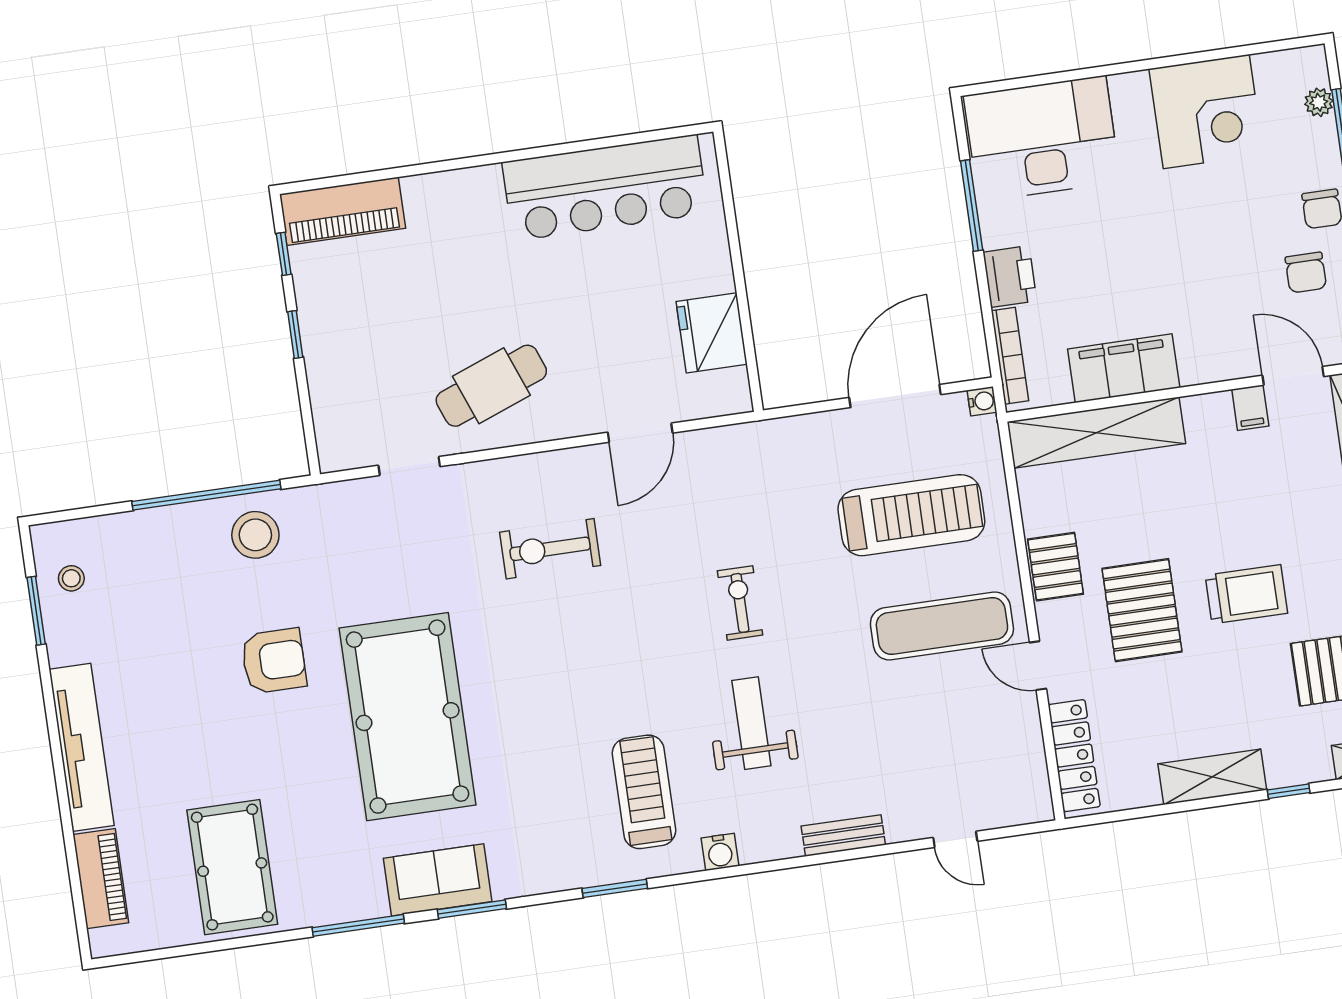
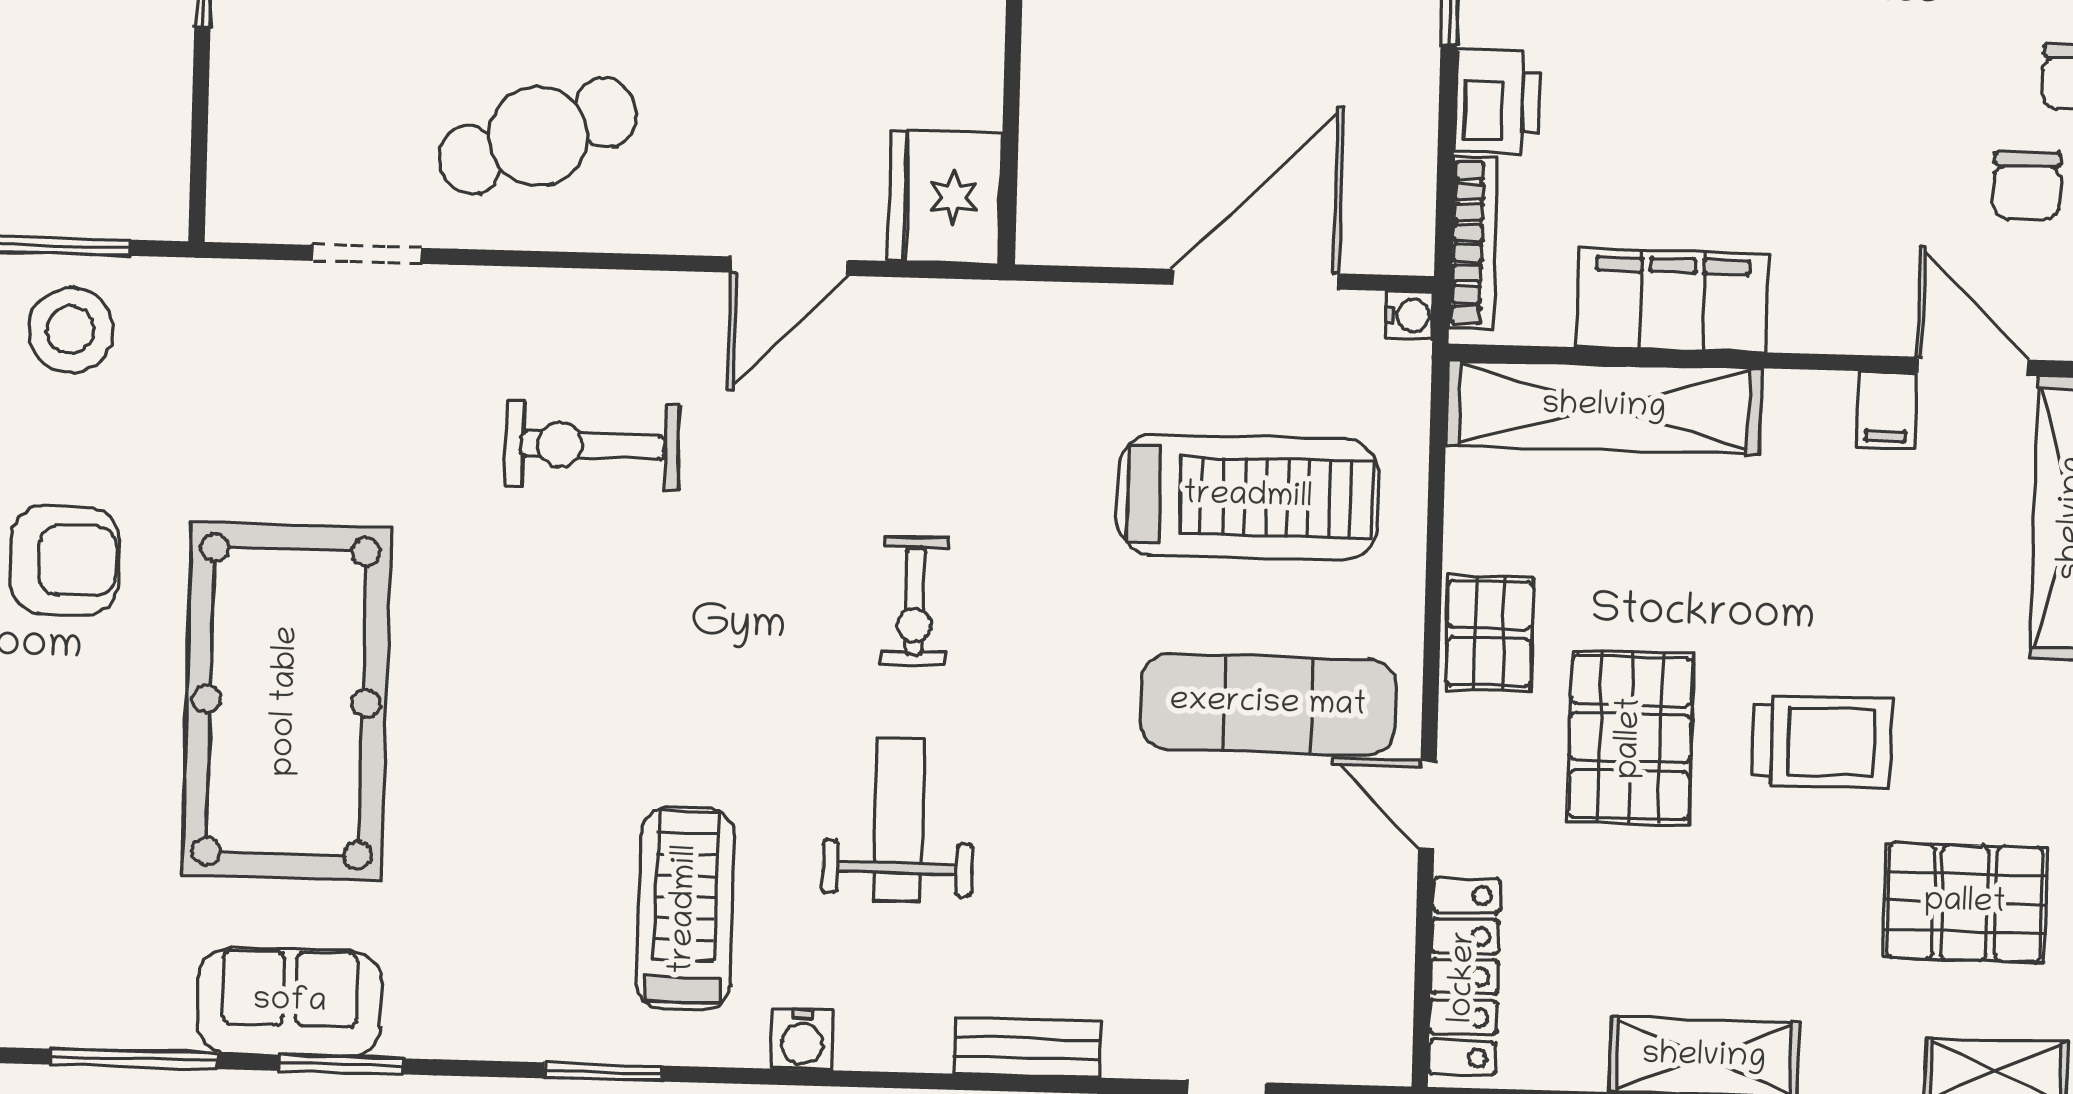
fridge: (712, 333) -> (945, 197), moved
exercise bike: (740, 603) -> (915, 601), turned 180

